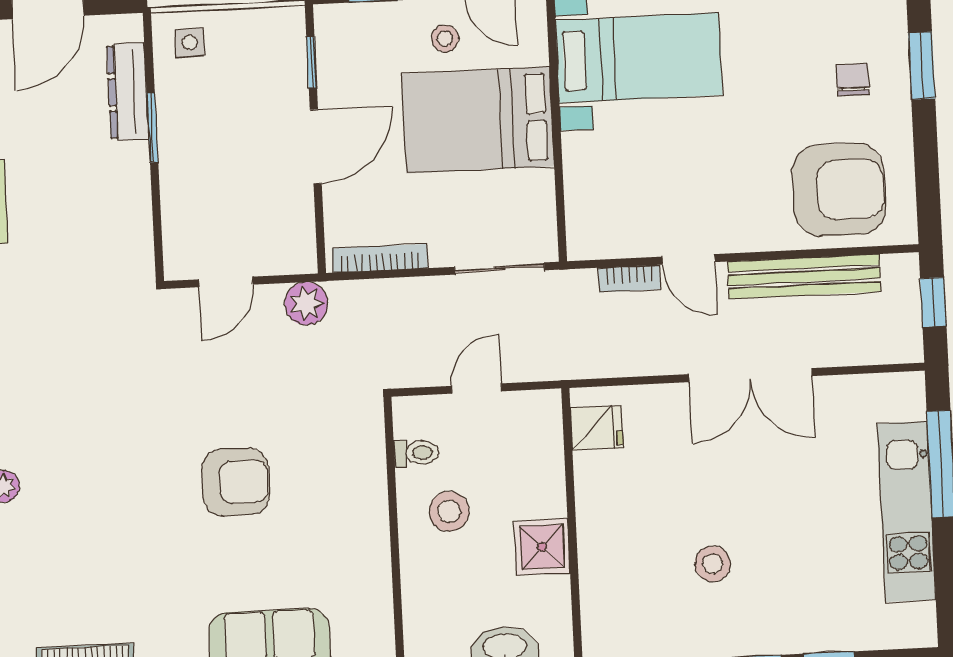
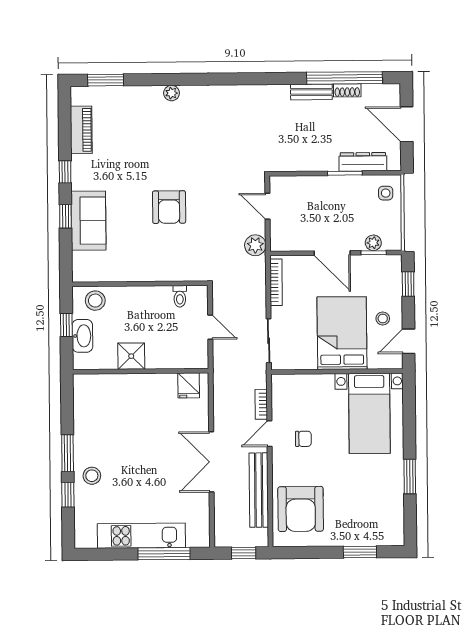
plant: (292, 64) -> (373, 243), added
chair: (853, 80) -> (303, 439), moved
stool: (449, 511) -> (95, 301), moved
stool: (713, 564) -> (92, 476), moved

